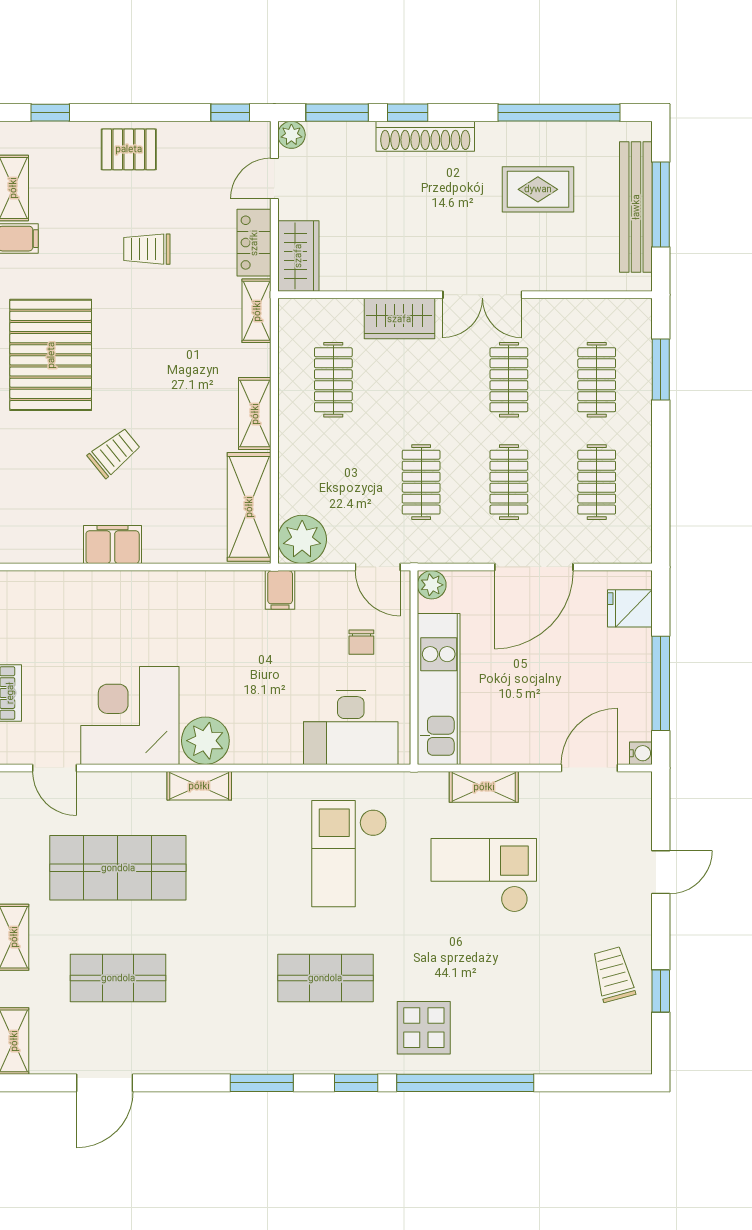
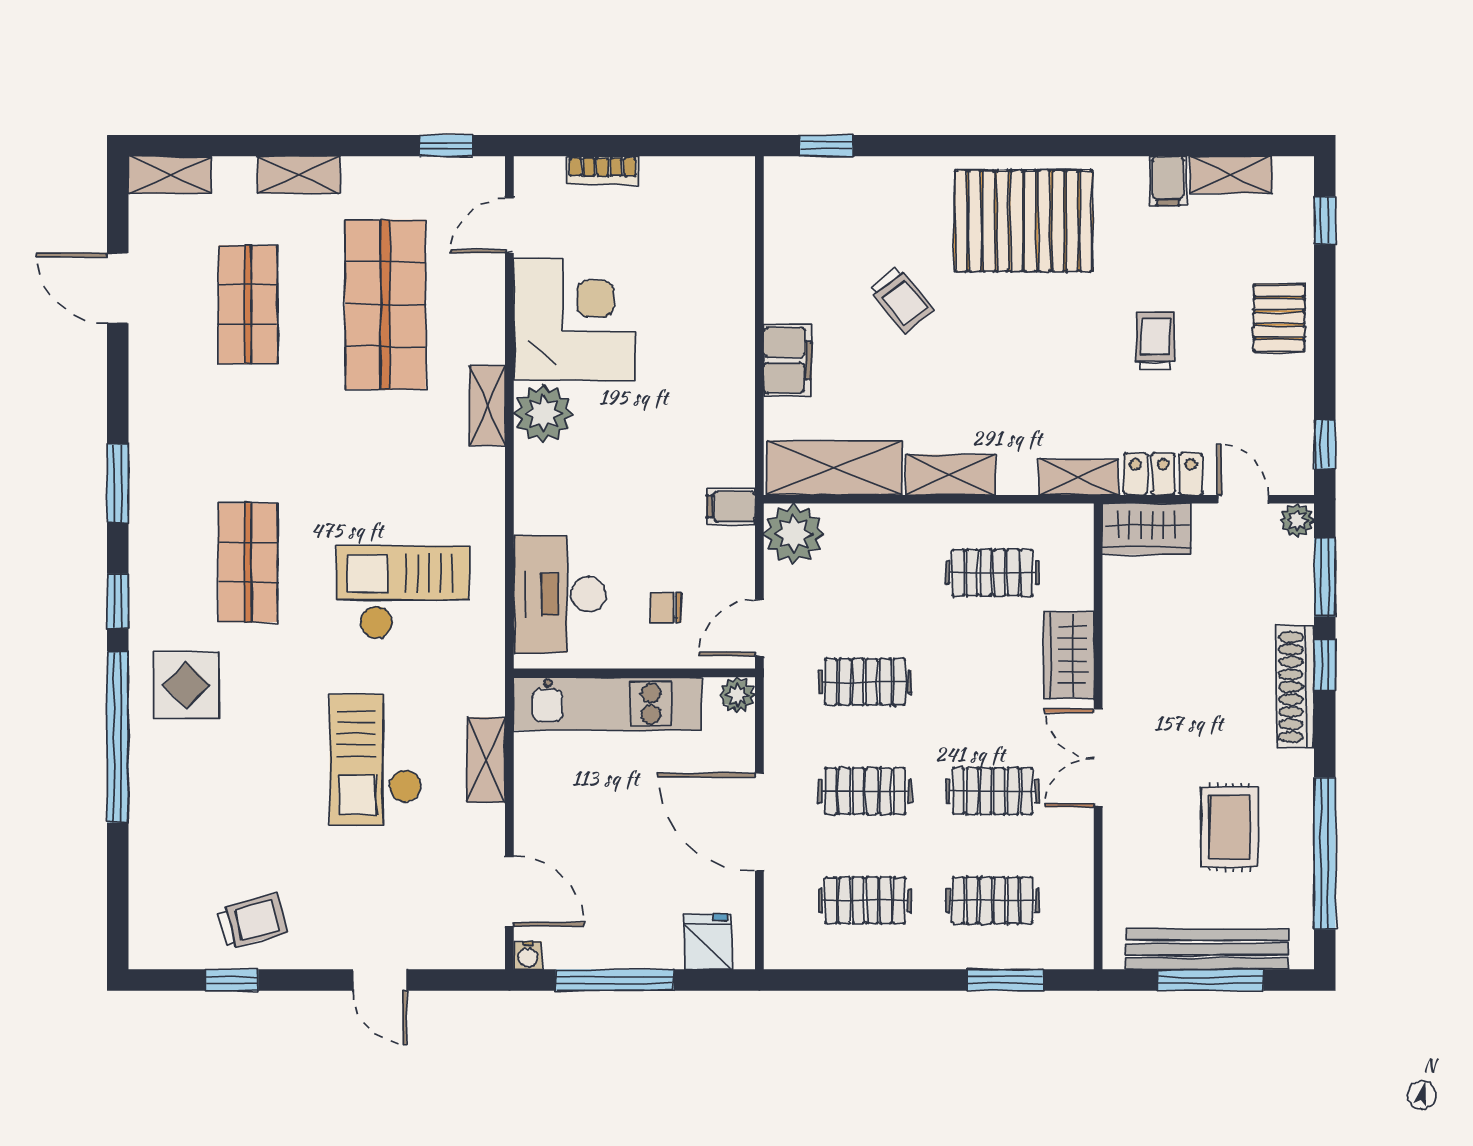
filing cabinet: (113, 544) -> (788, 360), moved
checkout: (484, 875) -> (376, 760), turned 180

